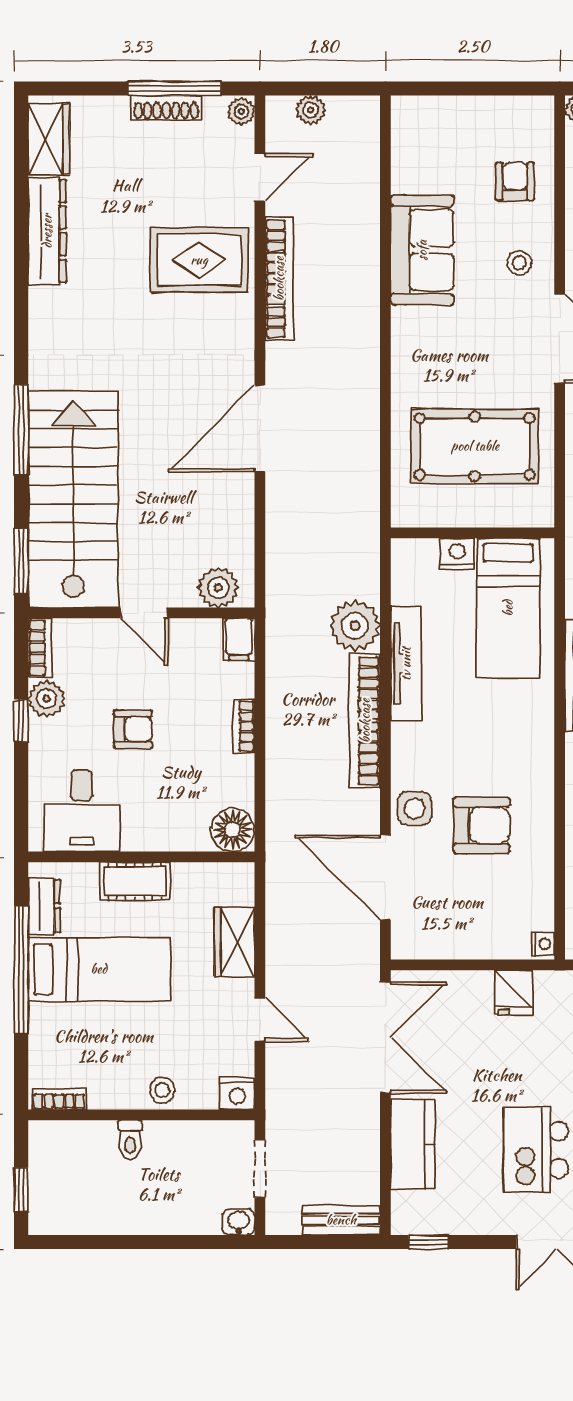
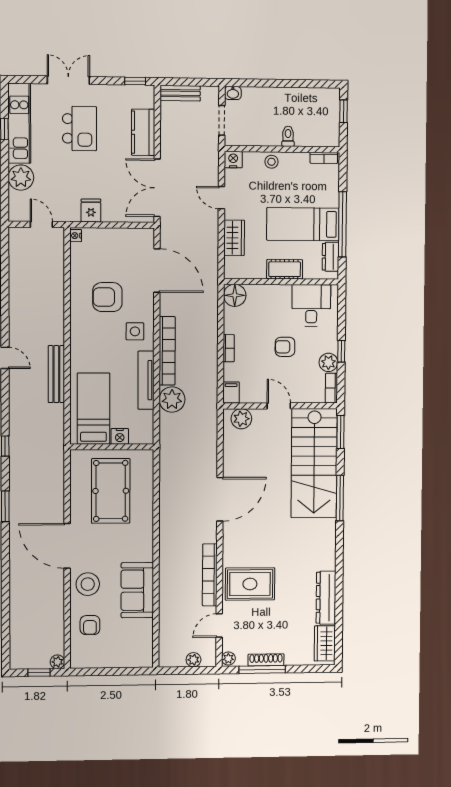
stool: (519, 263) -> (88, 584), width x1.89, depth x1.89
pool table: (475, 446) -> (111, 491), turned 90
side table: (415, 808) -> (135, 331), moved

